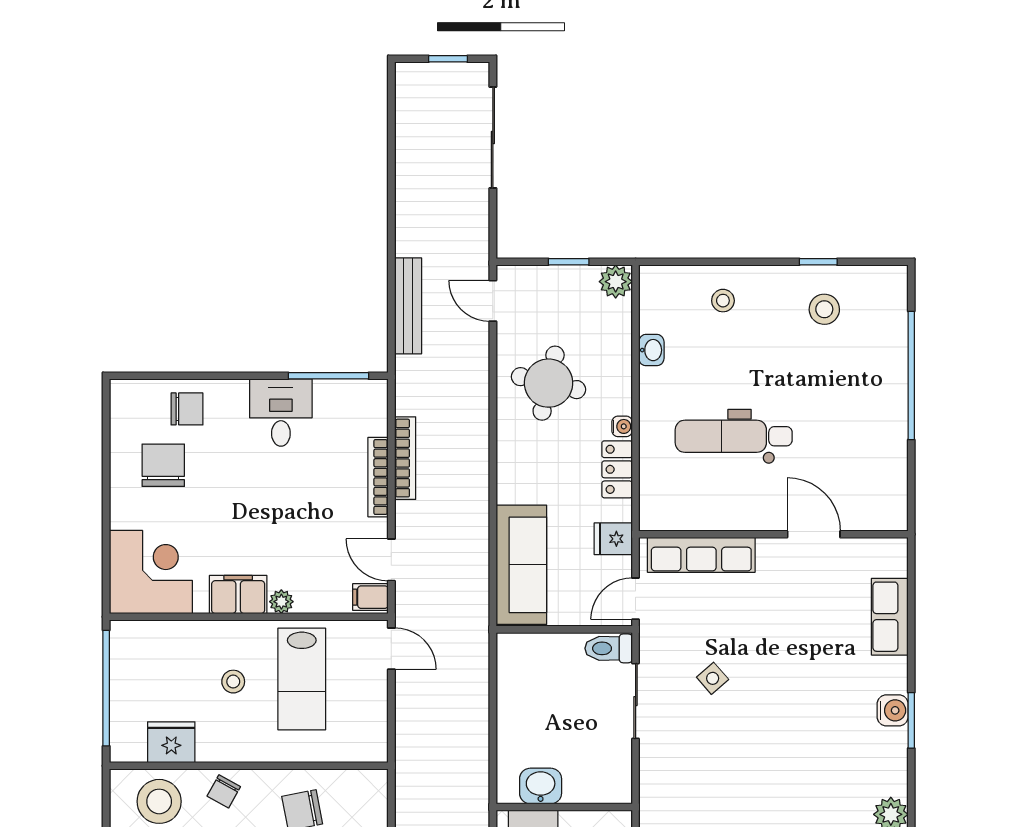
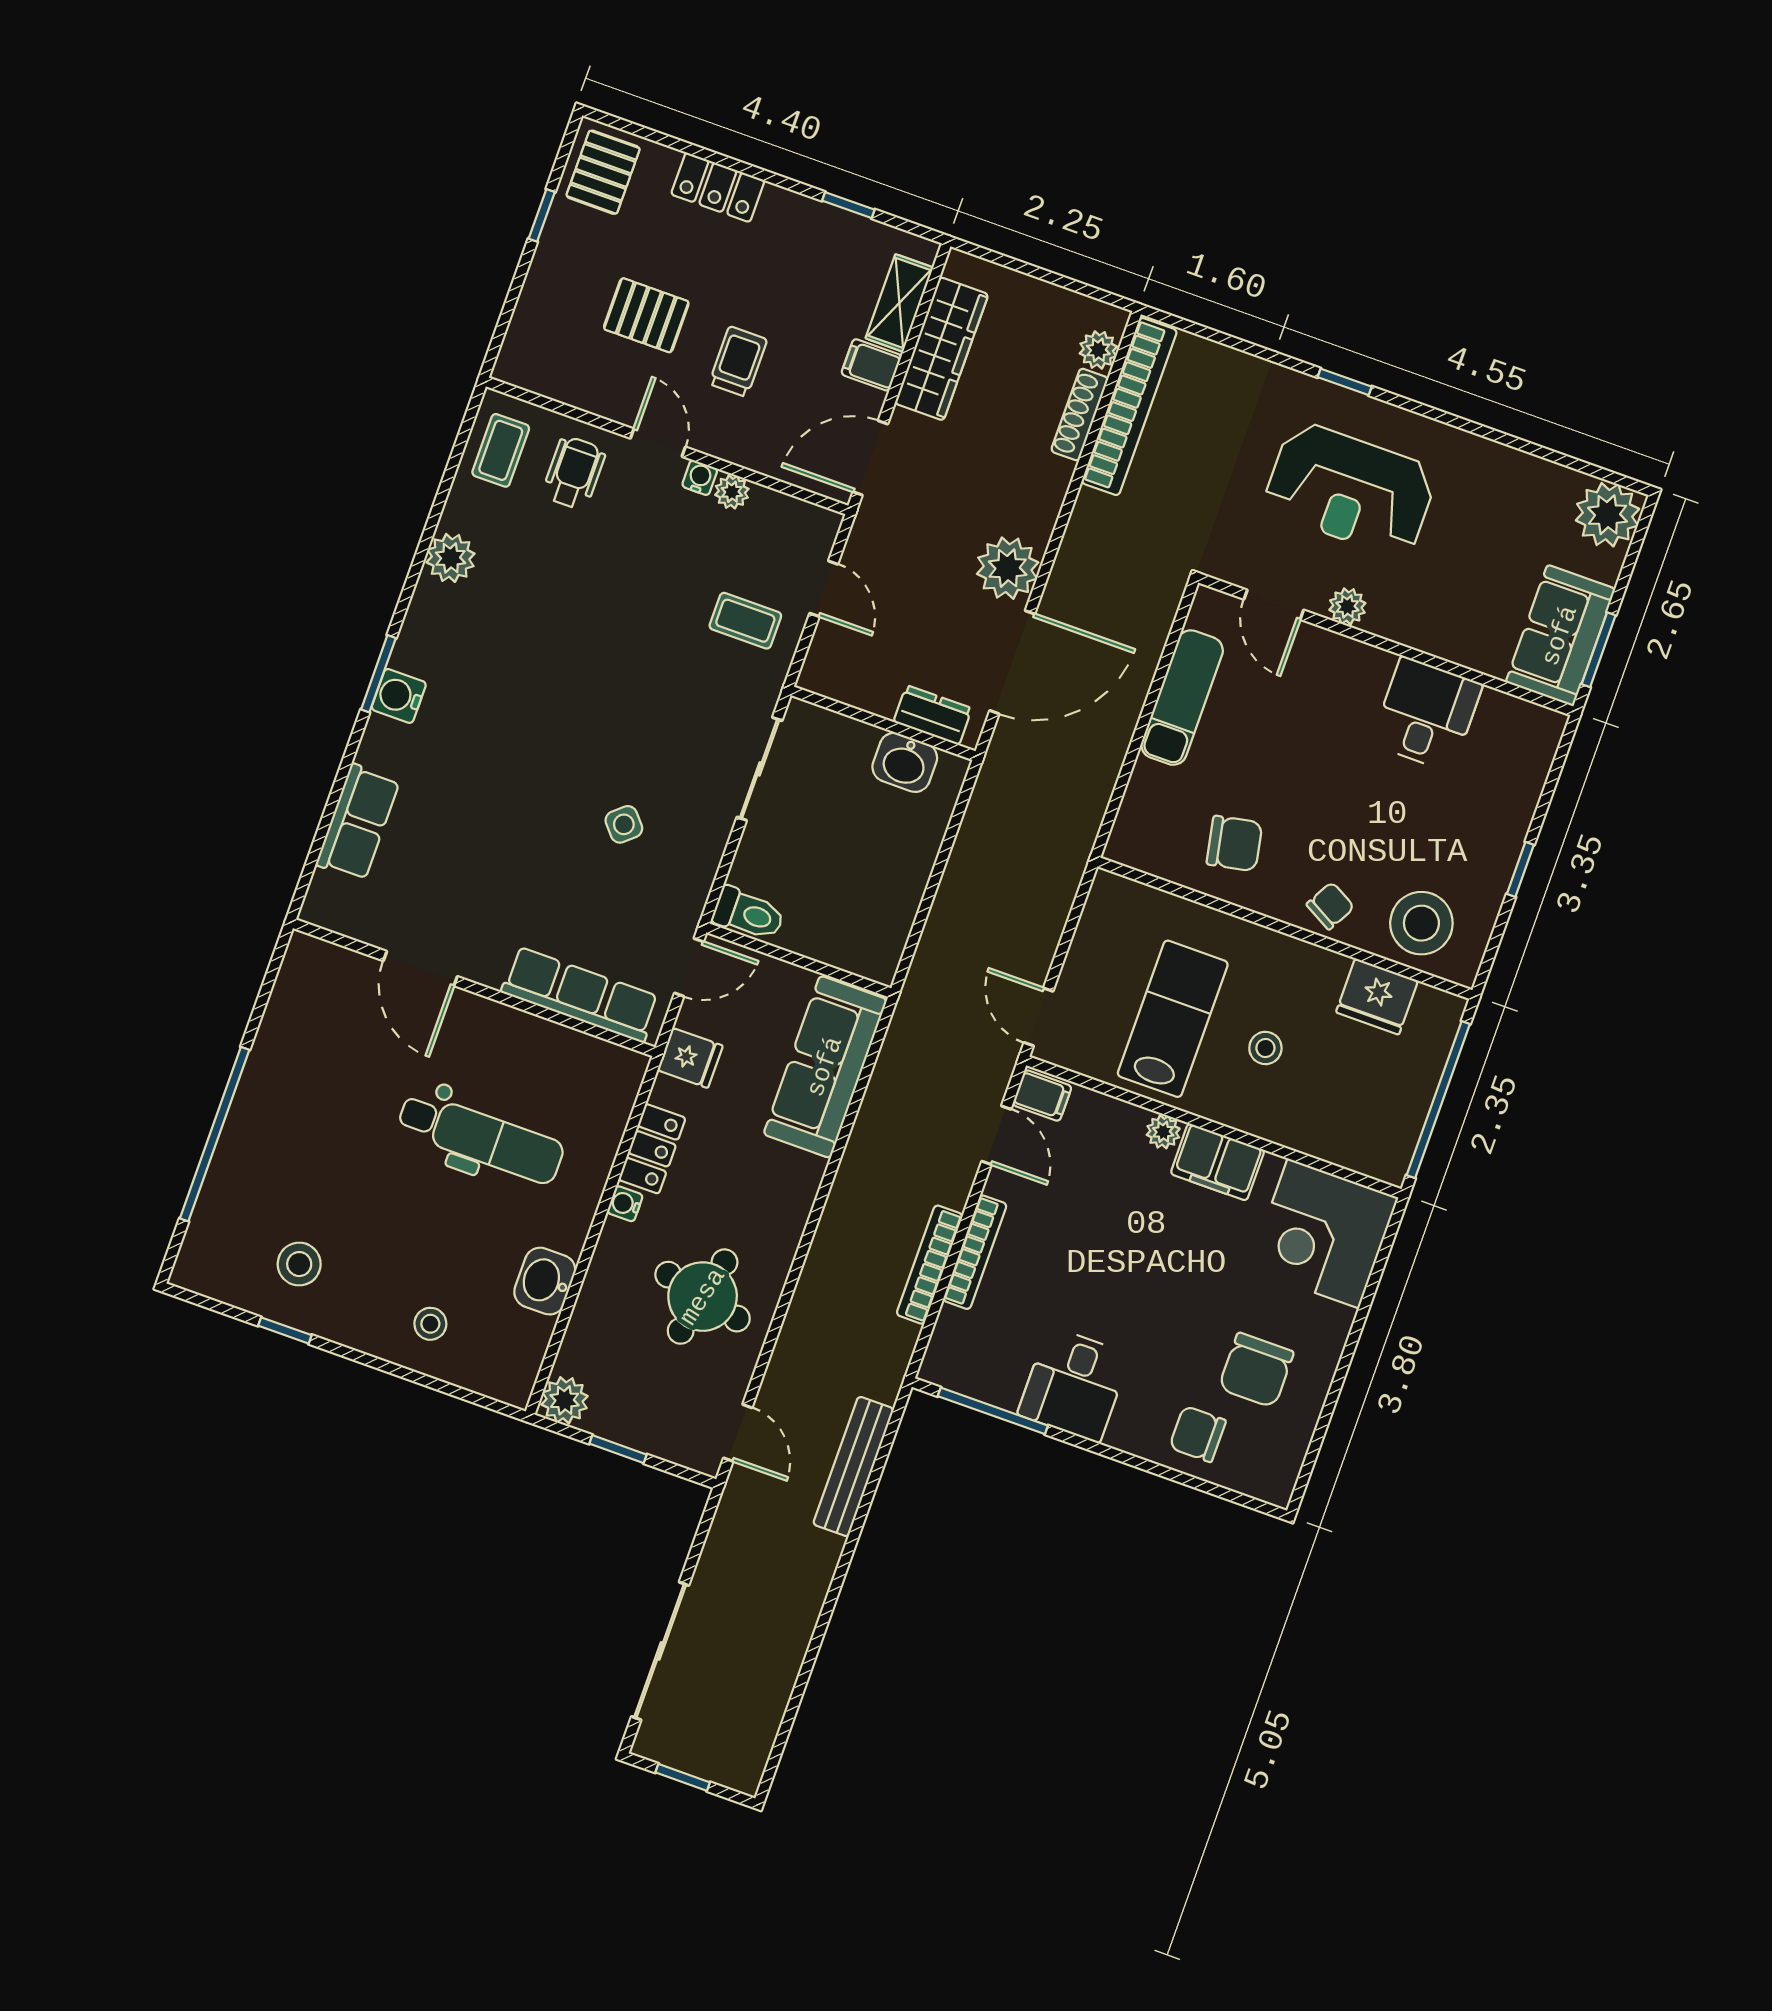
washbasin: (651, 350) -> (545, 1281), width x1.38, depth x1.45
sliding door: (636, 701) -> (760, 769), moved

